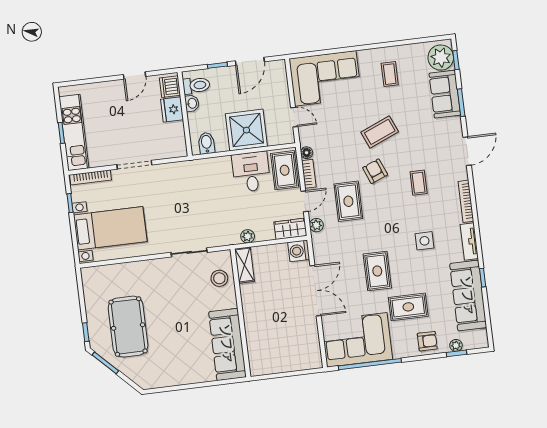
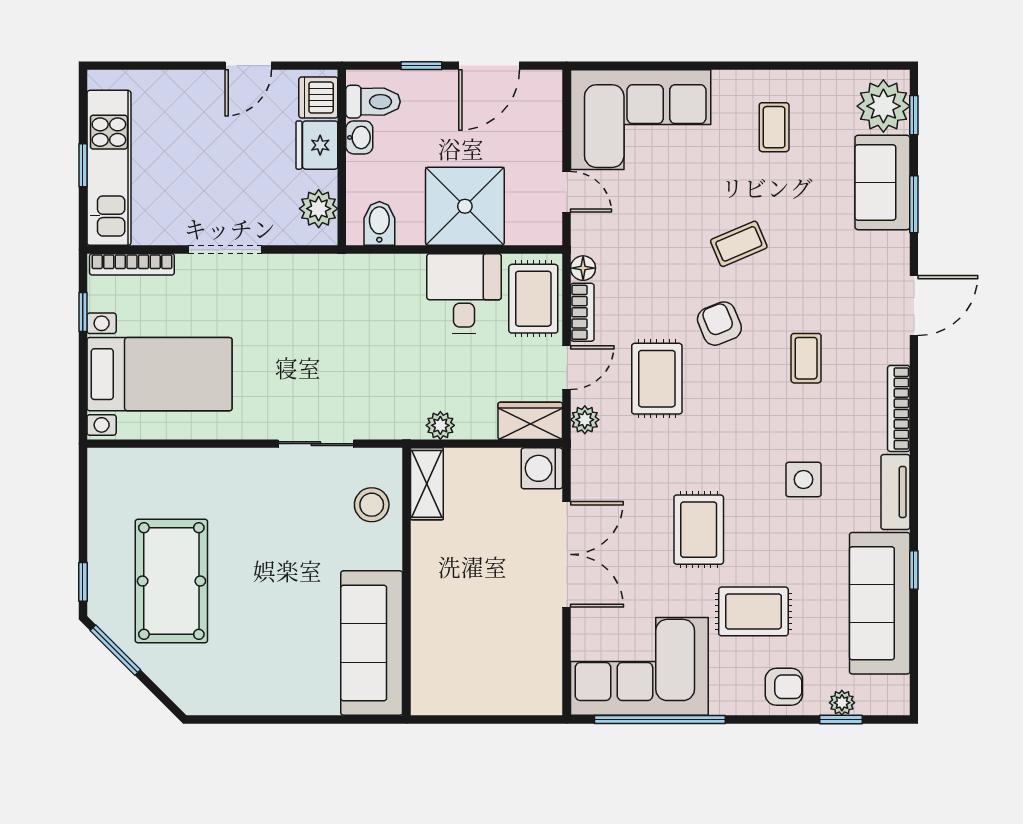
coffee table: (380, 132) -> (739, 244), width x0.73, depth x0.77
plant: (177, 140) -> (319, 209), added

